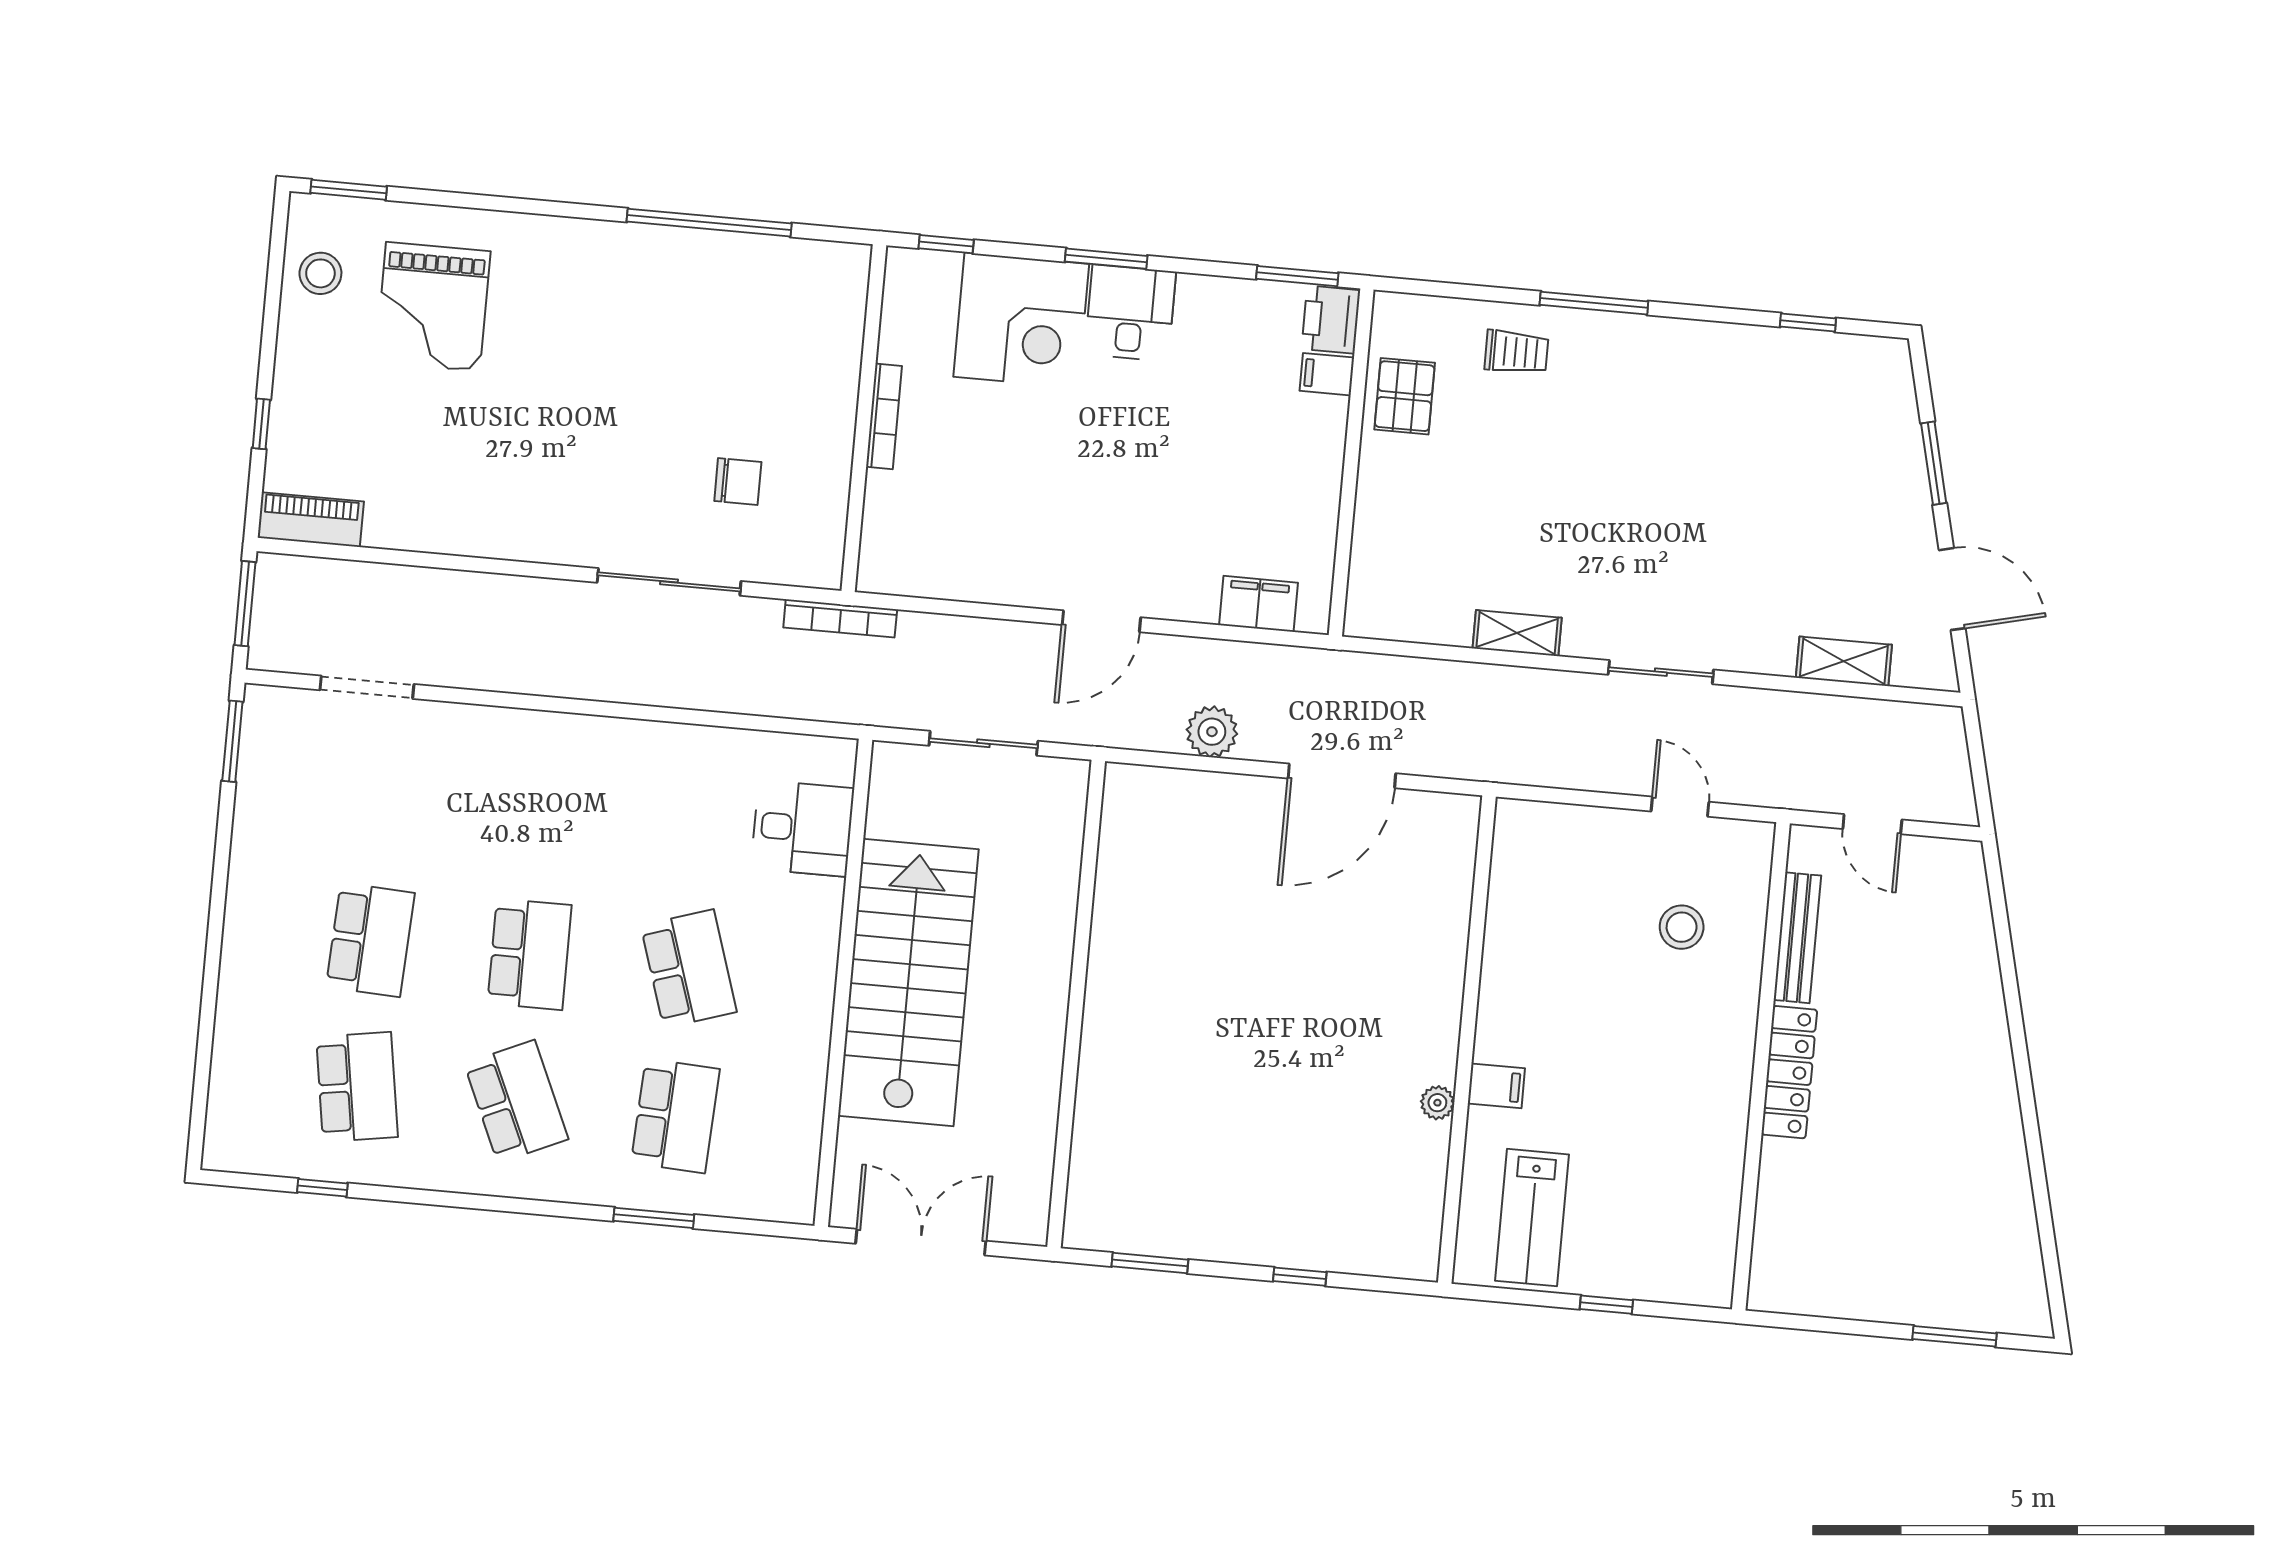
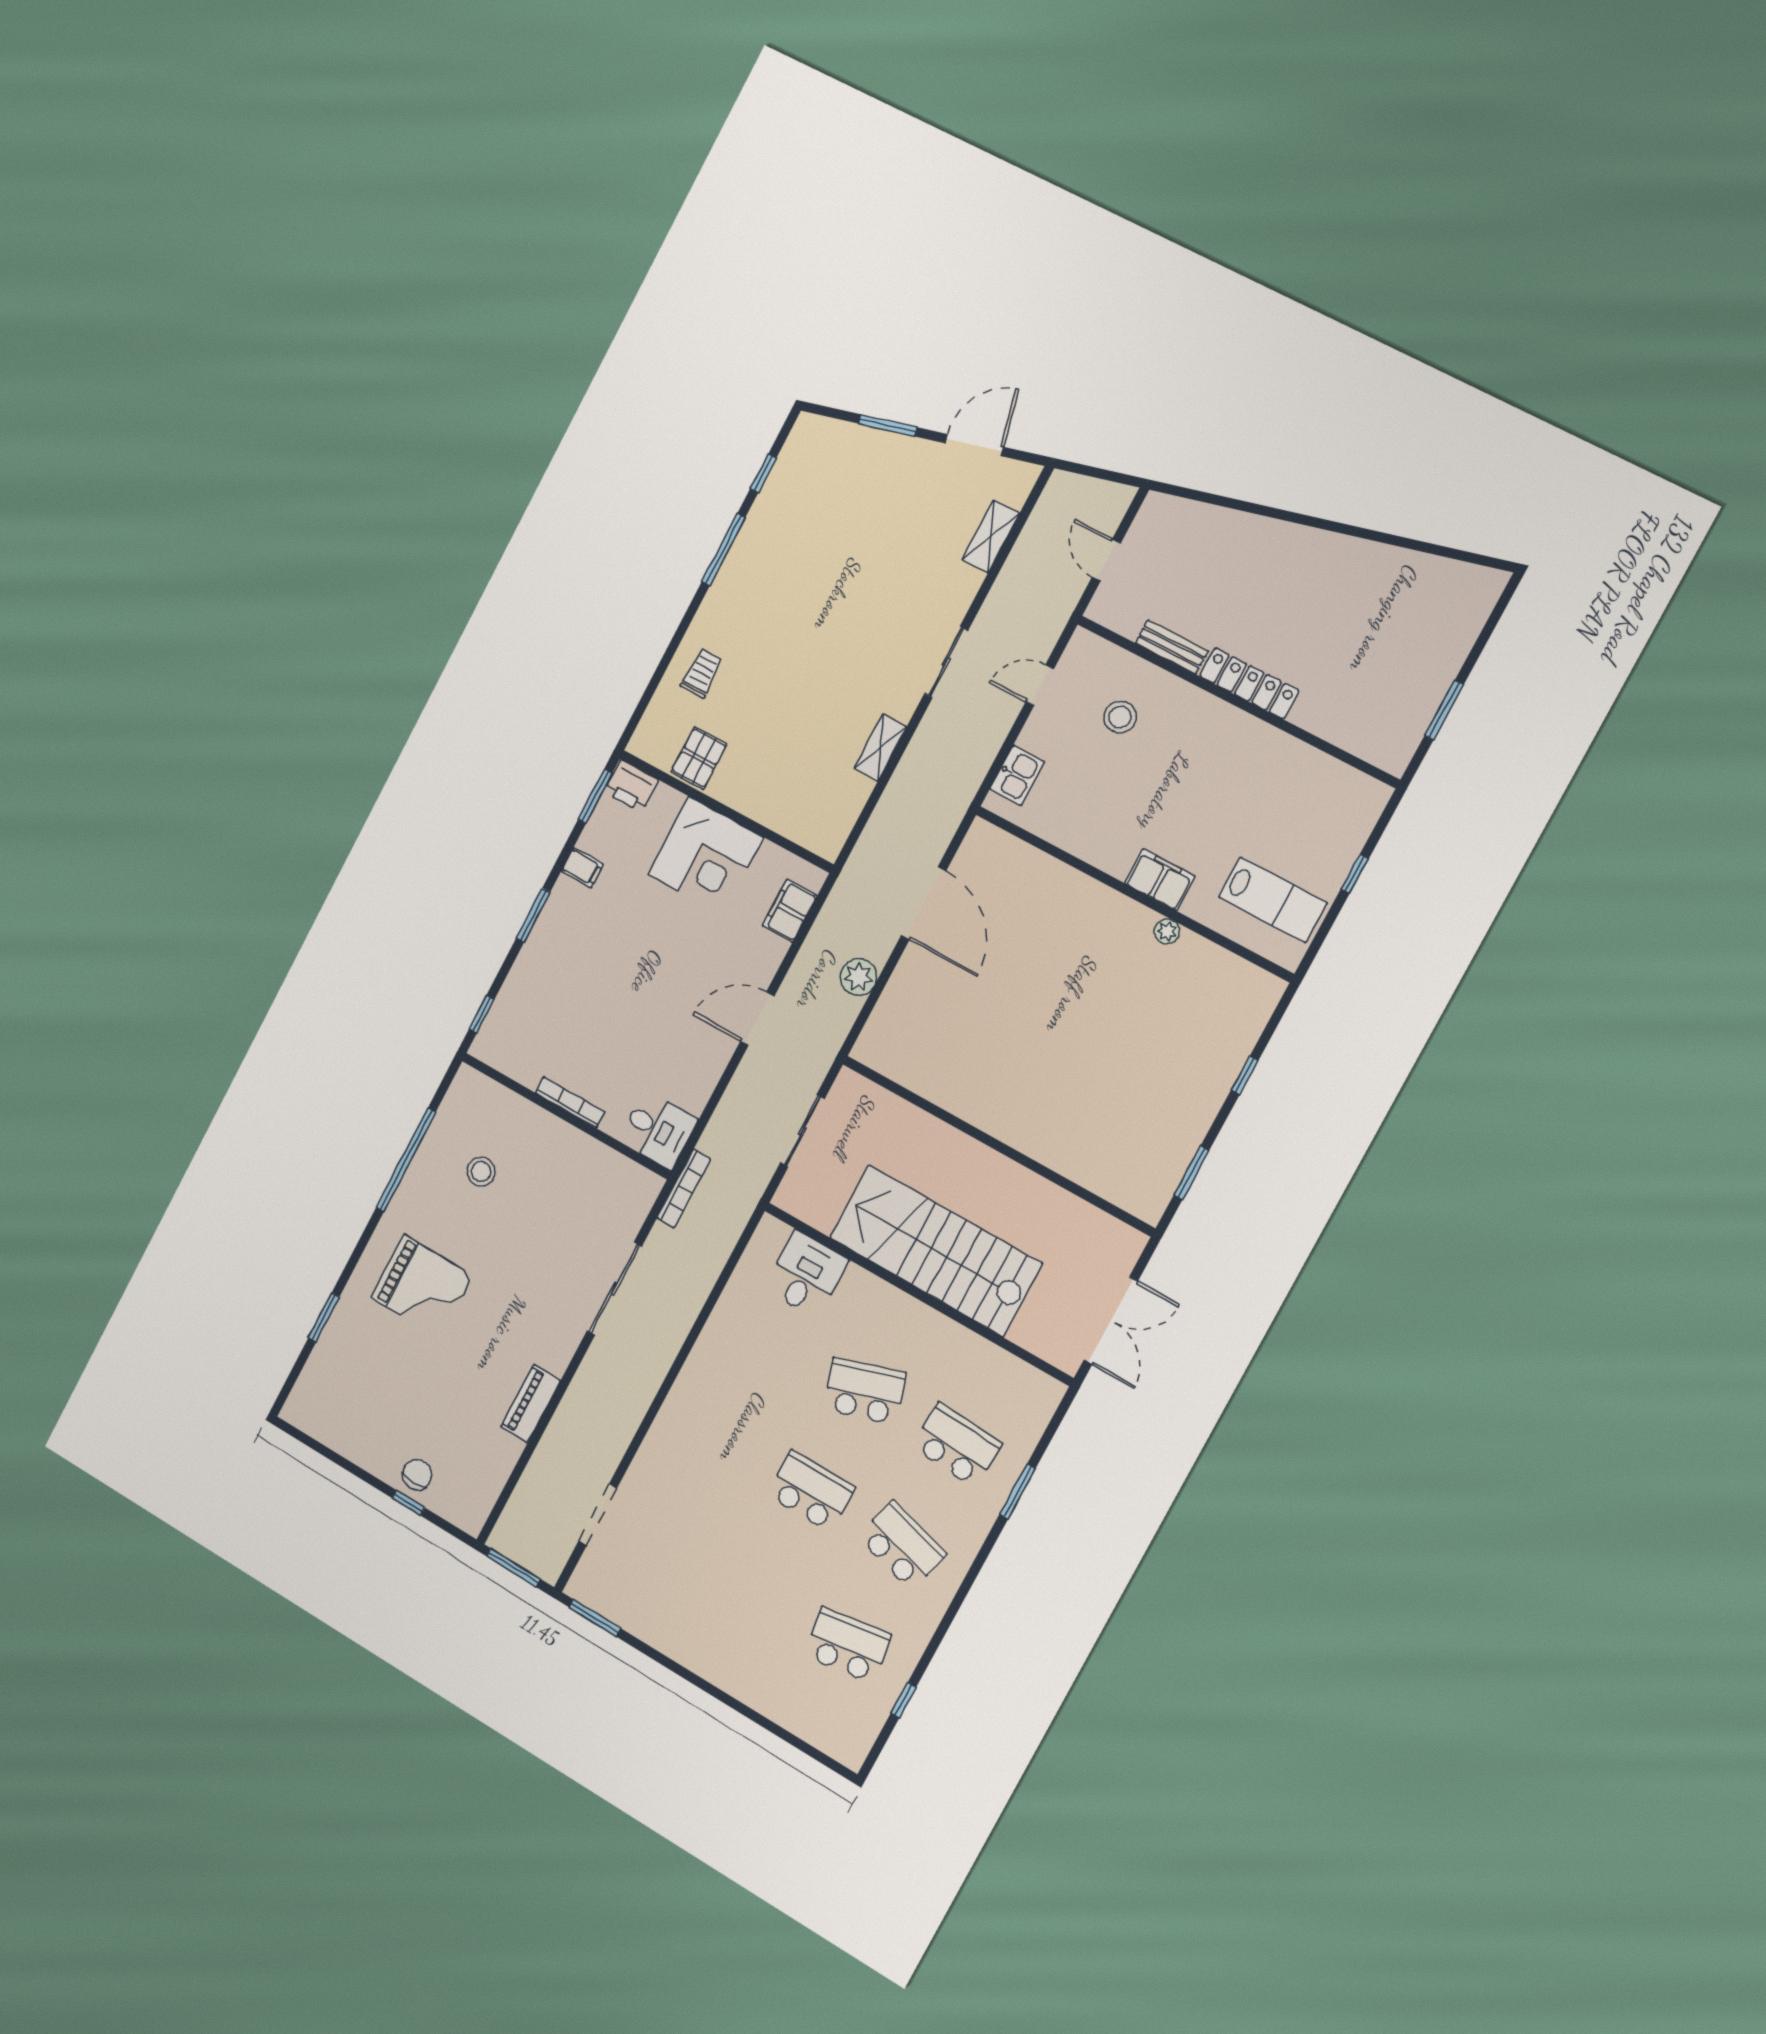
window: (349, 190) -> (324, 1317), moved
stool: (320, 273) -> (481, 1172), moved
window: (1594, 303) -> (723, 550), moved
grand piano: (433, 307) -> (422, 1287), moved
desk: (1130, 313) -> (658, 1130), moved, turned 180
corner desk: (1021, 320) -> (706, 856), moved, turned 90
filing cabinet: (1327, 374) -> (582, 868), moved, turned -90
pallet: (1405, 396) -> (699, 758), turned 90
chair: (738, 481) -> (417, 1475), moved
piano: (311, 520) -> (531, 1404), moved
door: (1101, 621) -> (757, 1019), swing flipped
door: (1872, 824) -> (1106, 560), swing flipped
kitchen sink: (1554, 827) -> (1017, 775), added
bench: (1797, 938) -> (1172, 647), width x0.73
school desk: (370, 940) -> (757, 1590), removed
filing cabinet: (1496, 1086) -> (1160, 880), width x2.00
school desk: (516, 1101) -> (902, 1546), turned 39
double door: (921, 1242) -> (1111, 1321), swing flipped
window: (1955, 1336) -> (1444, 710), moved

